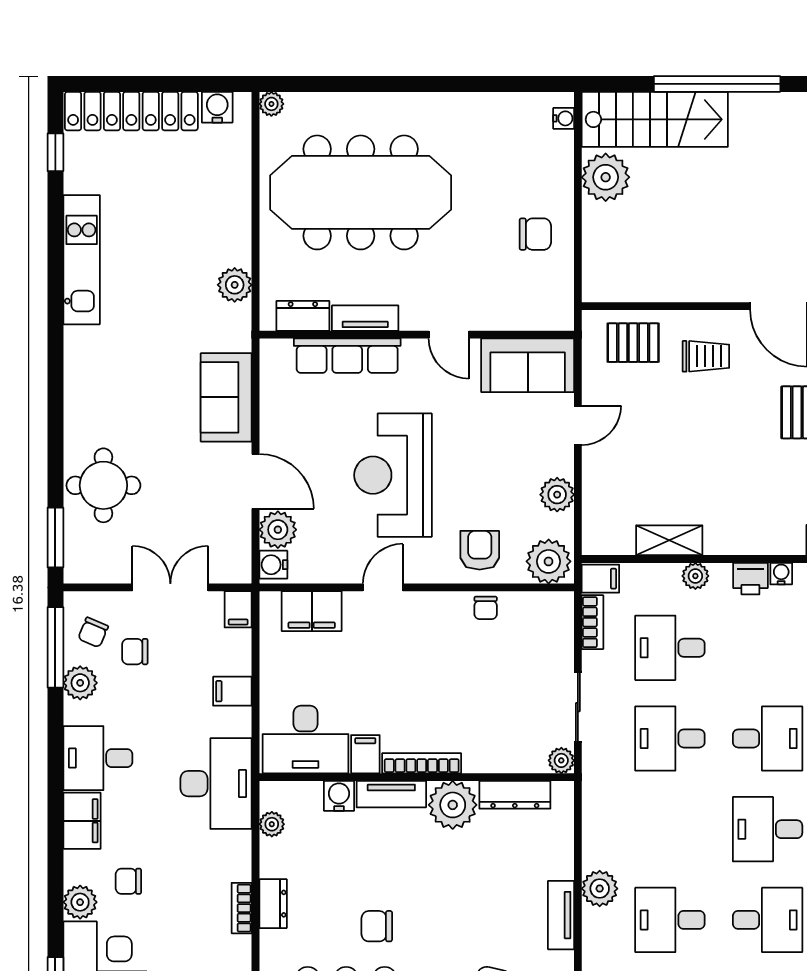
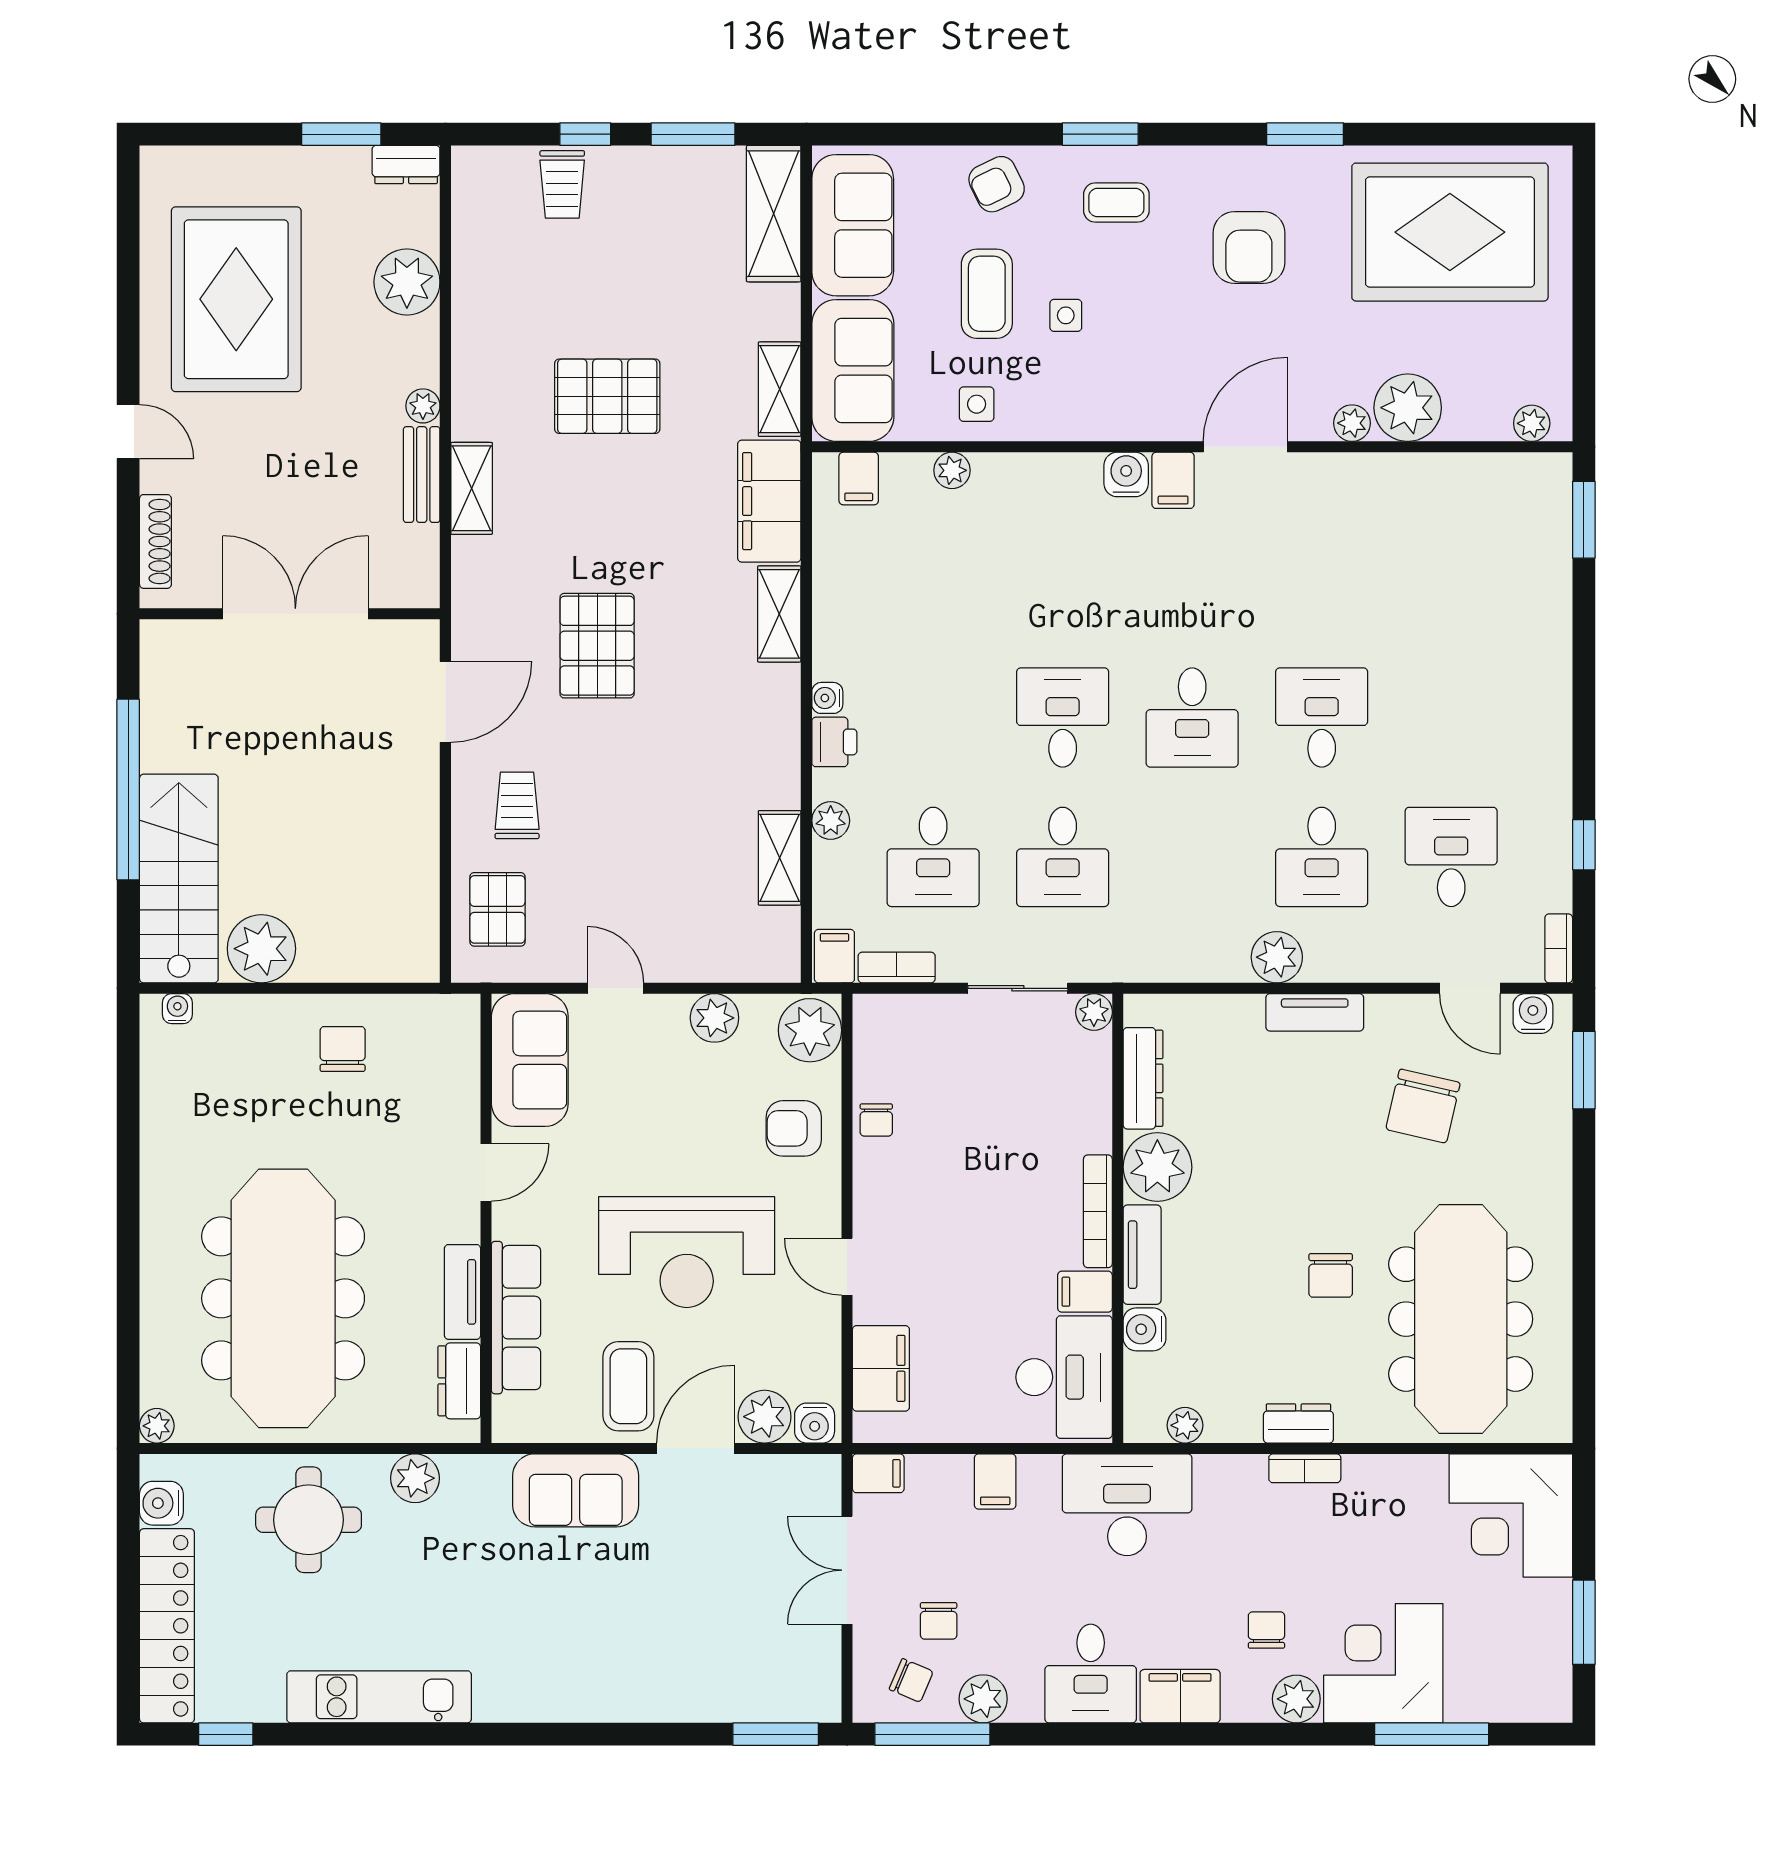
coffee table: (299, 434) -> (628, 1386), added
round table: (103, 485) -> (309, 1520), moved
chair: (486, 608) -> (876, 1120), turned 90
chair: (128, 881) -> (1266, 1630), turned 180

